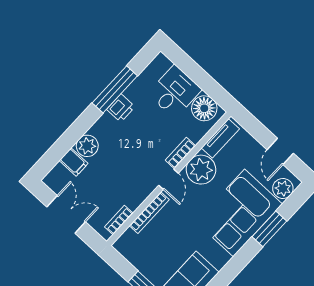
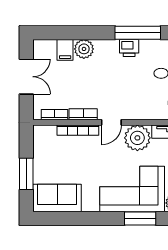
bookcase: (180, 153) -> (83, 114), moved

